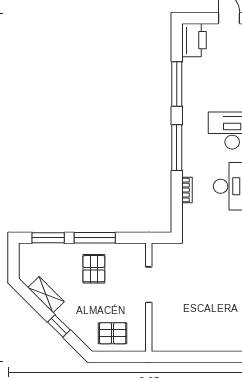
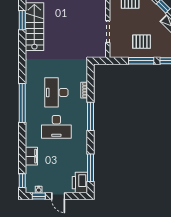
window: (177, 84) -> (90, 168), moved
pallet: (94, 269) -> (142, 42), turned 90

